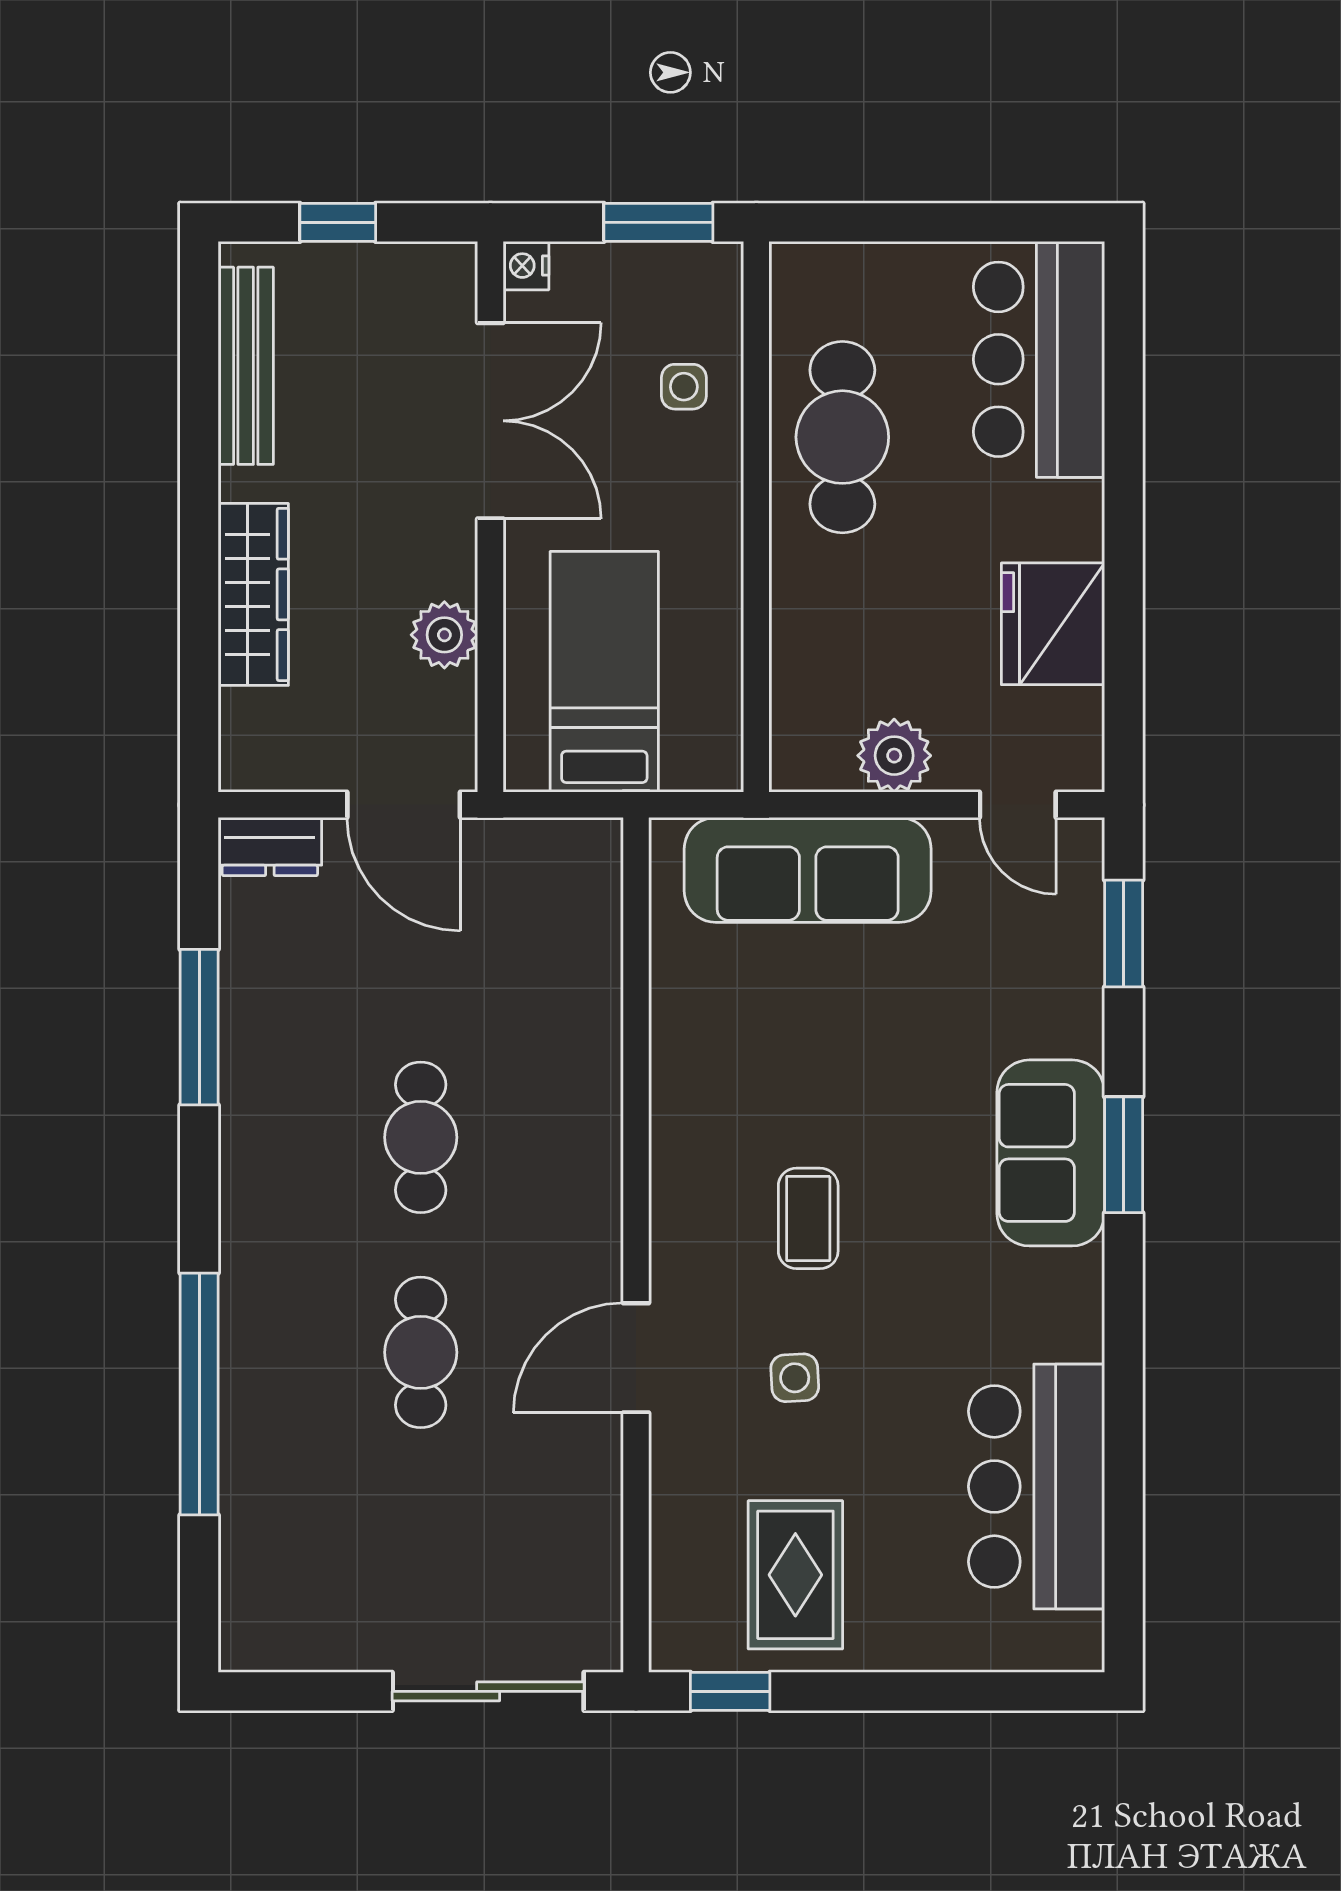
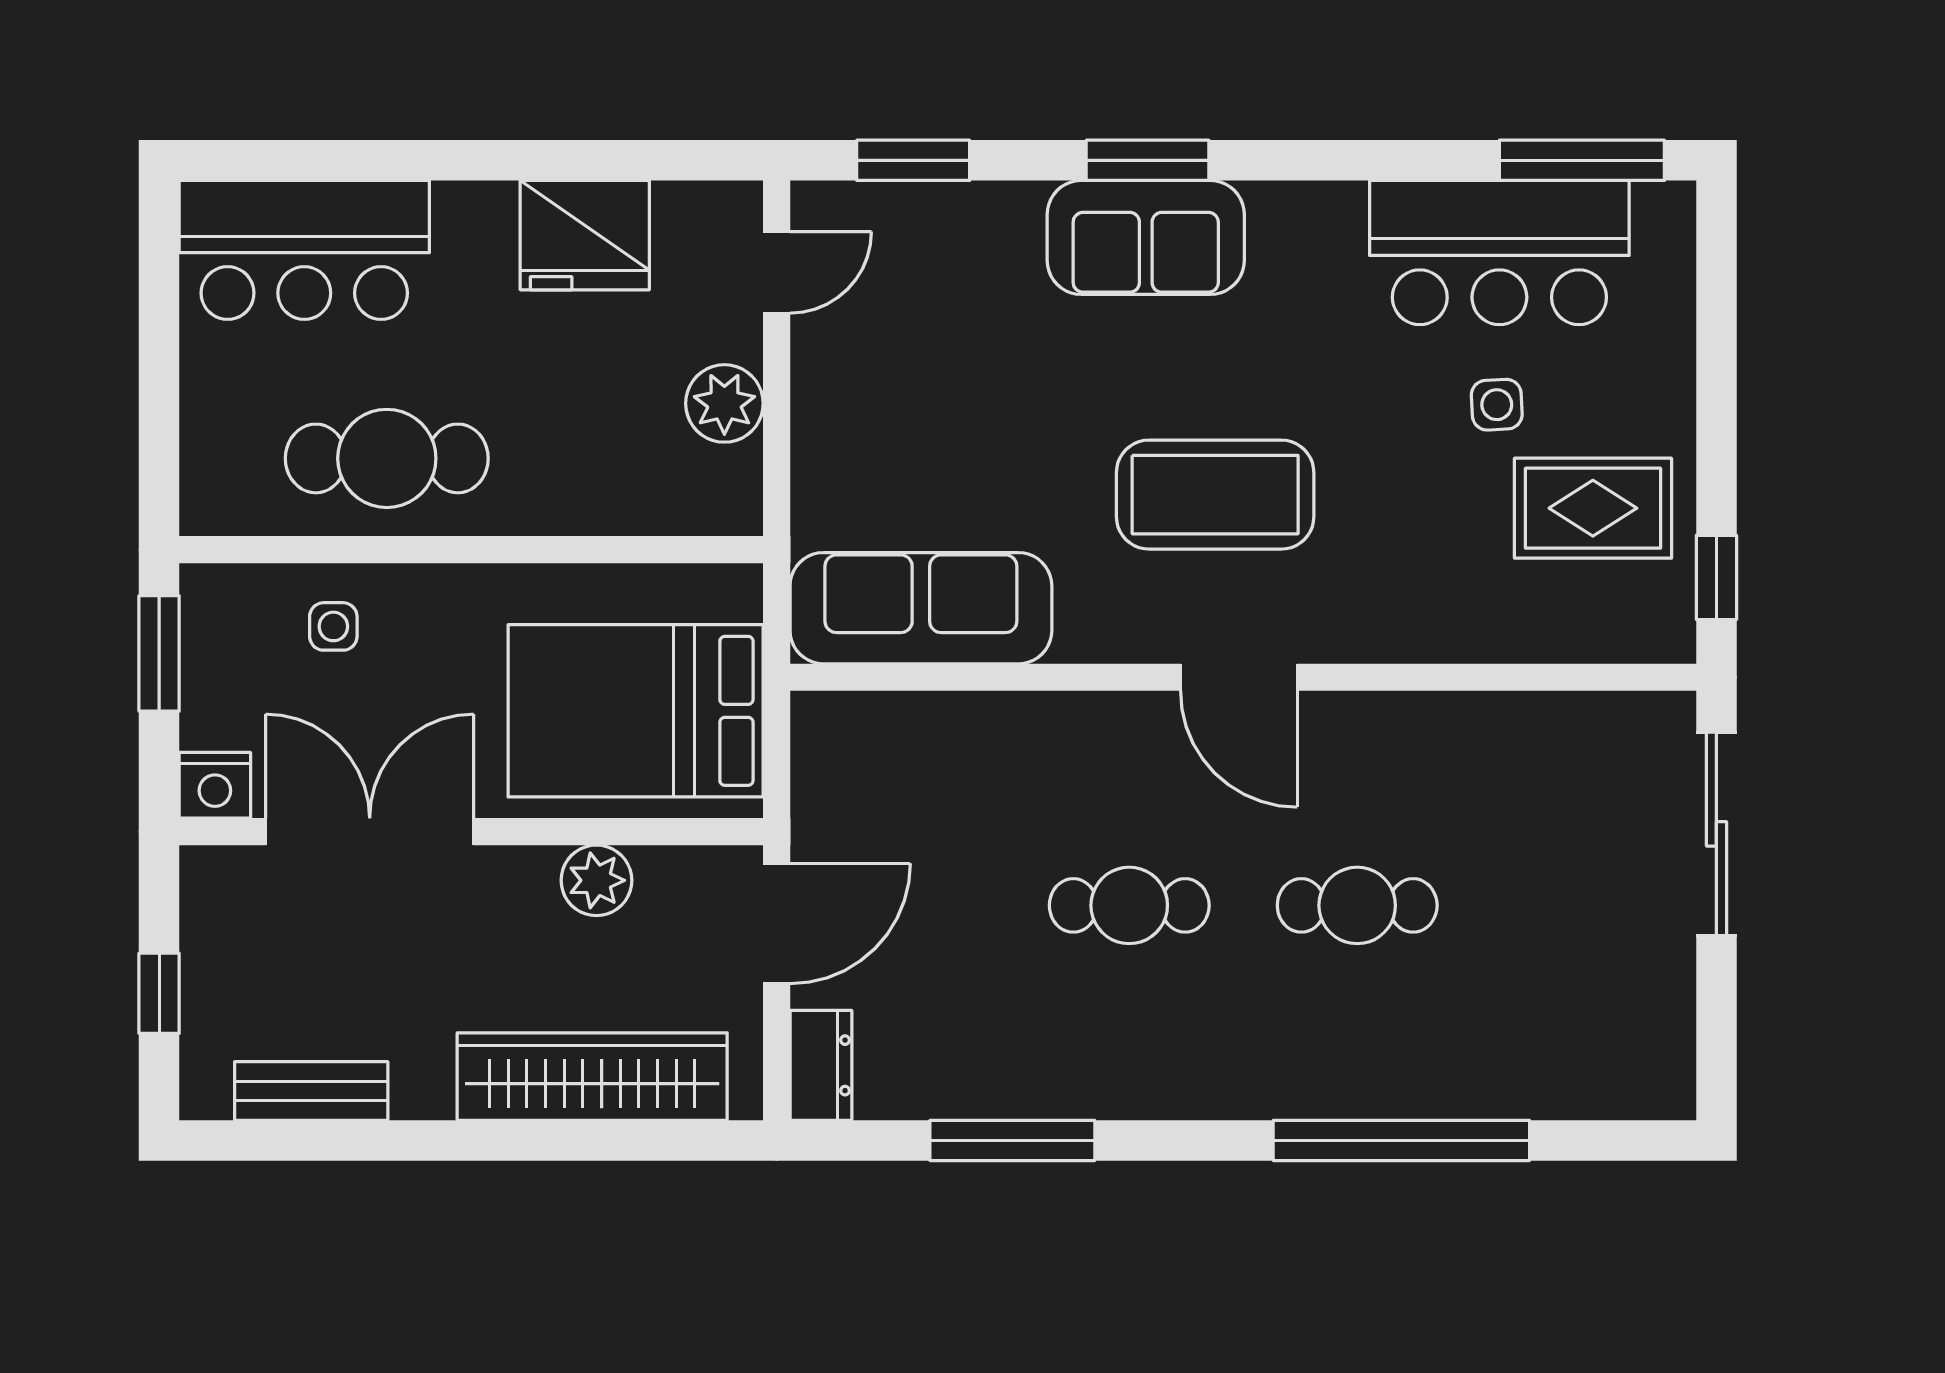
nightstand: (526, 266) -> (215, 785), width x1.39, depth x1.35
bench: (246, 366) -> (311, 1091), width x0.73
wardrobe: (253, 594) -> (592, 1077), width x1.40, depth x1.17
bed: (604, 672) -> (636, 711), width x1.50
sofa: (808, 870) -> (921, 608), moved, turned -90
coffee table: (808, 1218) -> (1215, 495), width x1.86, depth x1.72
door: (636, 1358) -> (1239, 677), moved
side table: (795, 1378) -> (1497, 405), moved
window: (1124, 1564) -> (1582, 160), added

